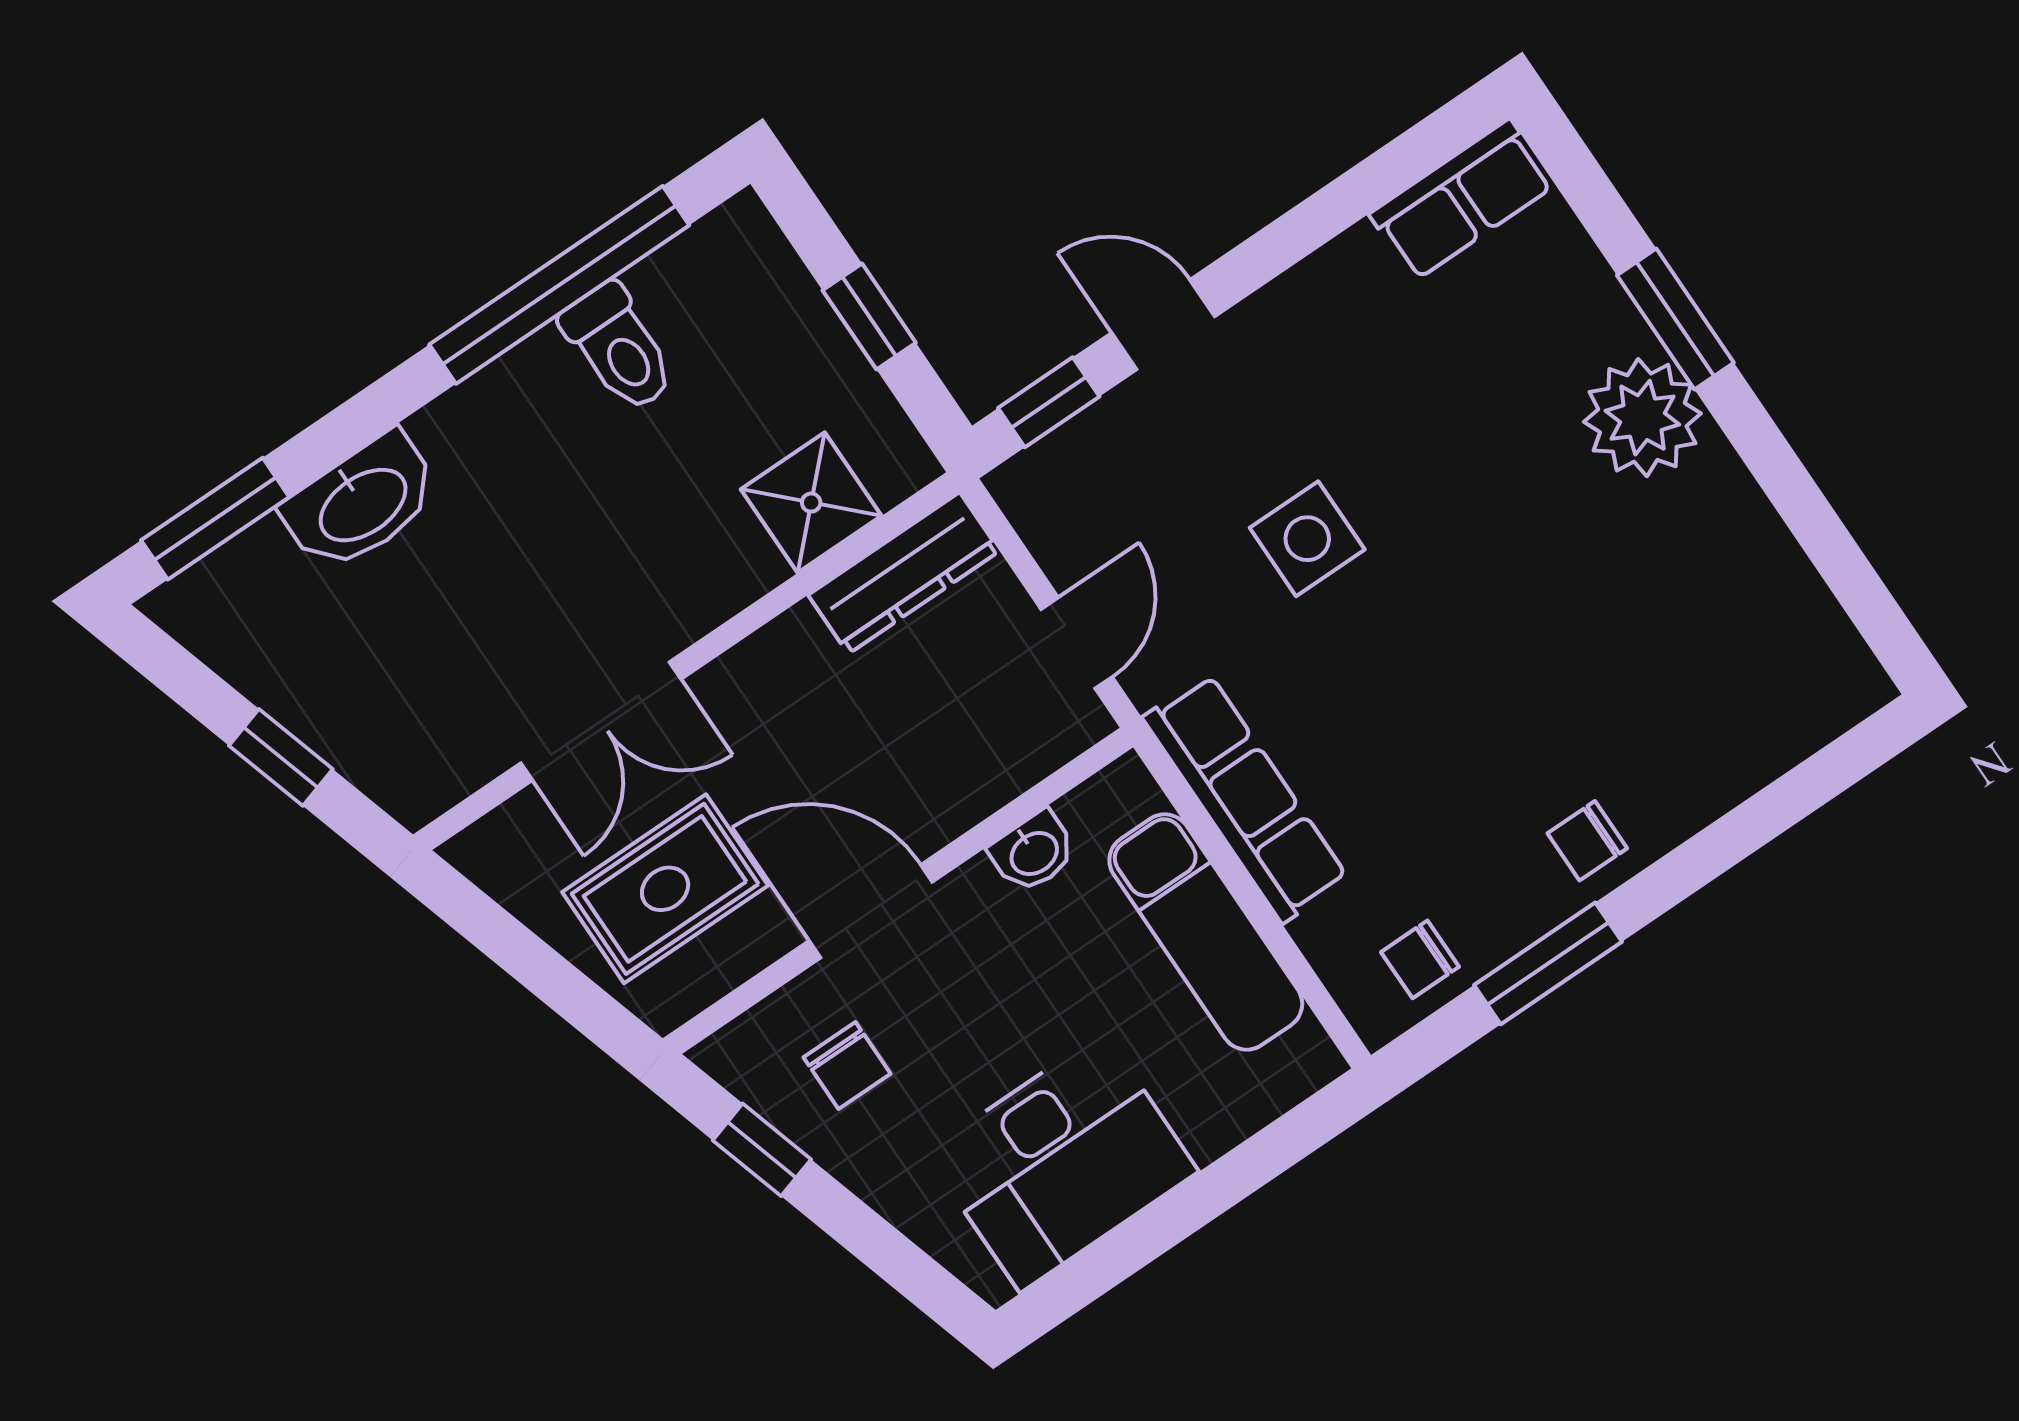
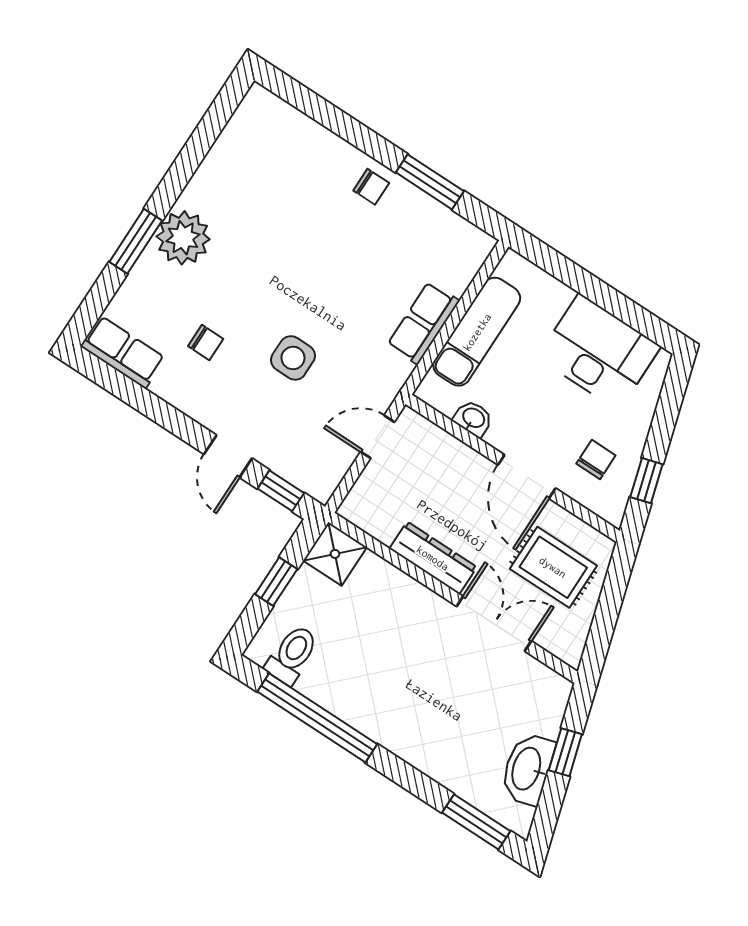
toilet: (619, 348) -> (292, 655), moved
washbasin: (362, 503) -> (527, 769), moved, turned -107
shower: (811, 503) -> (335, 554), moved
dresser: (904, 573) -> (433, 558), moved
row of seats: (1246, 798) -> (423, 323), width x0.68
chair: (1420, 959) -> (206, 342), moved

